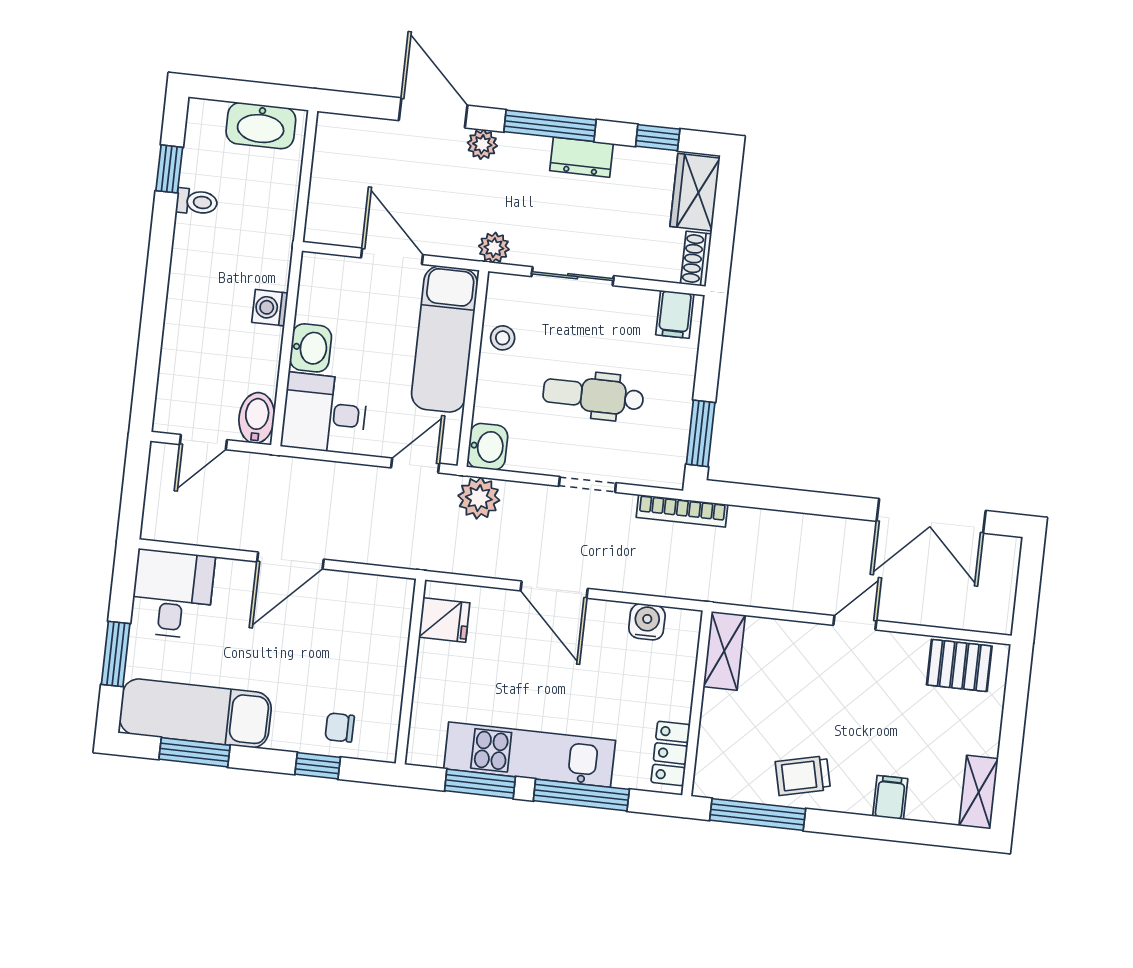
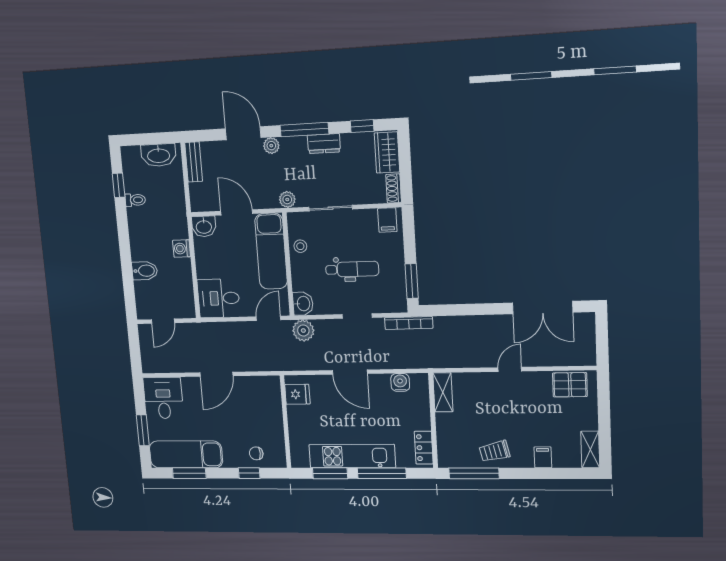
bench: (327, 150) -> (194, 162), added
washbasin: (311, 348) -> (204, 226), moved, turned 90
dental chair: (593, 395) -> (352, 269), turned 180
bidet: (257, 418) -> (145, 271), moved, turned 90

